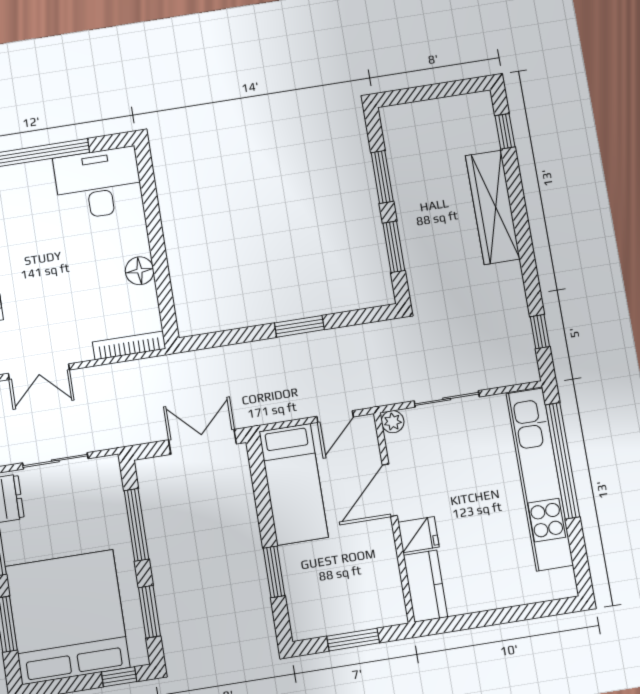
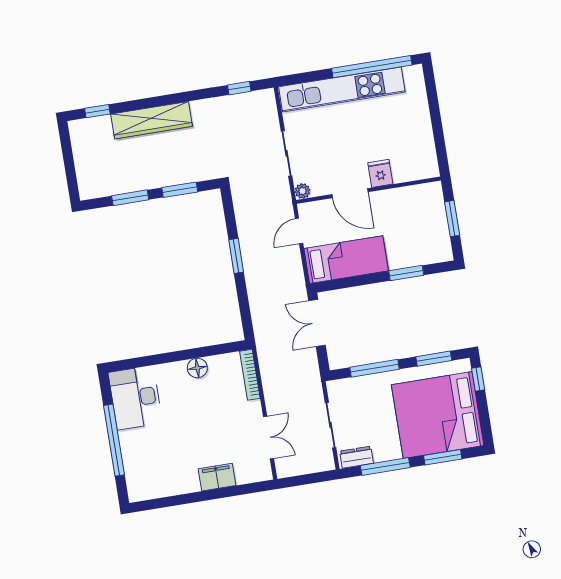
door: (335, 417) -> (299, 231), swing flipped
window: (562, 461) -> (372, 67), moved
kitchen counter: (425, 586) -> (416, 169), removed

